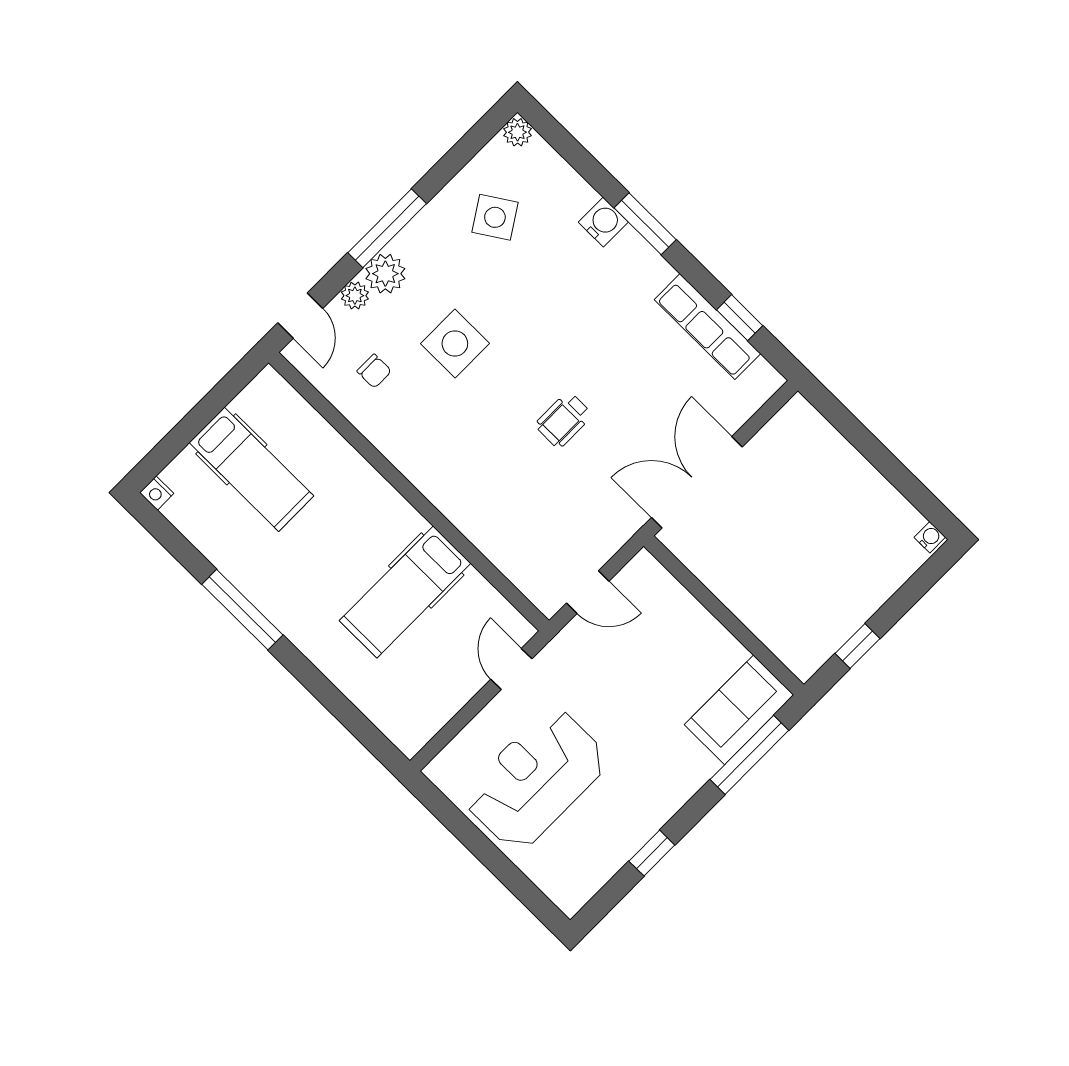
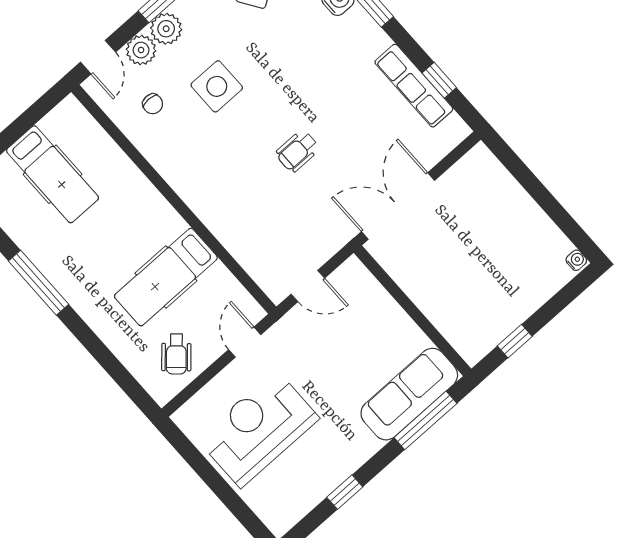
plant: (355, 296) -> (141, 50), width x1.38, depth x1.38
wheelchair: (425, 690) -> (176, 354), added
sofa: (739, 710) -> (409, 394), width x1.36

